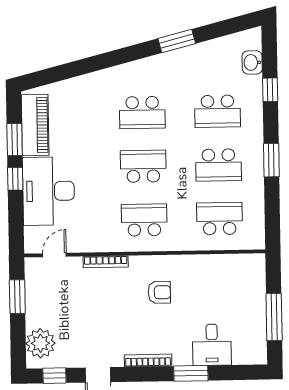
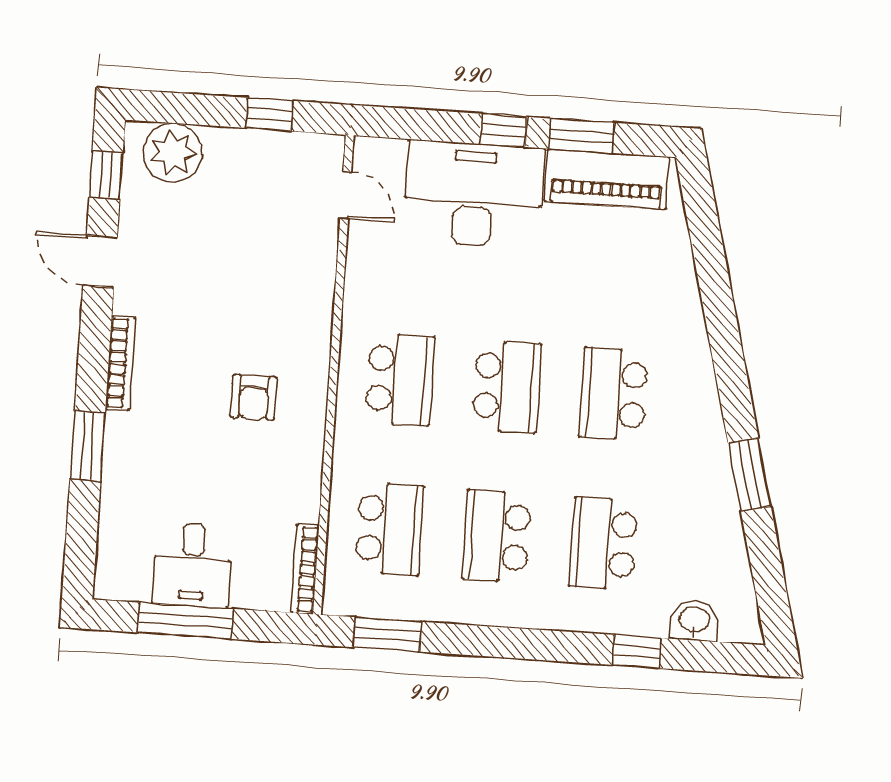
window: (271, 160) -> (387, 634), moved
bookcase: (106, 262) -> (305, 569), moved
window: (17, 297) -> (269, 114), width x0.67
desk: (212, 345) -> (192, 565), moved, turned -90

